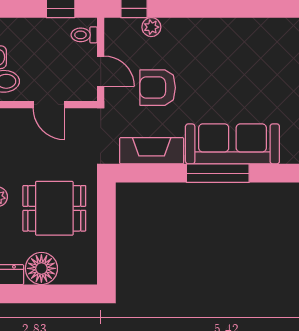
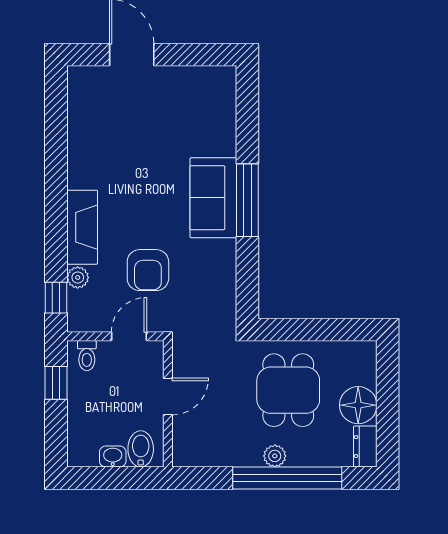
sofa: (232, 144) -> (213, 198), width x0.73
fireplace: (152, 151) -> (82, 227), moved, turned 180

